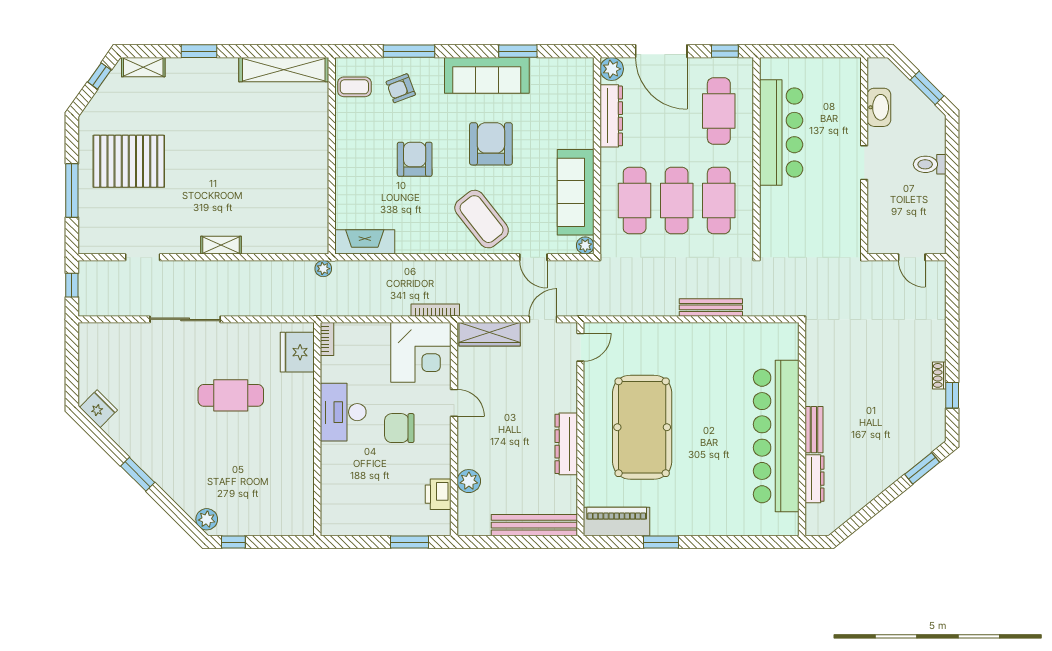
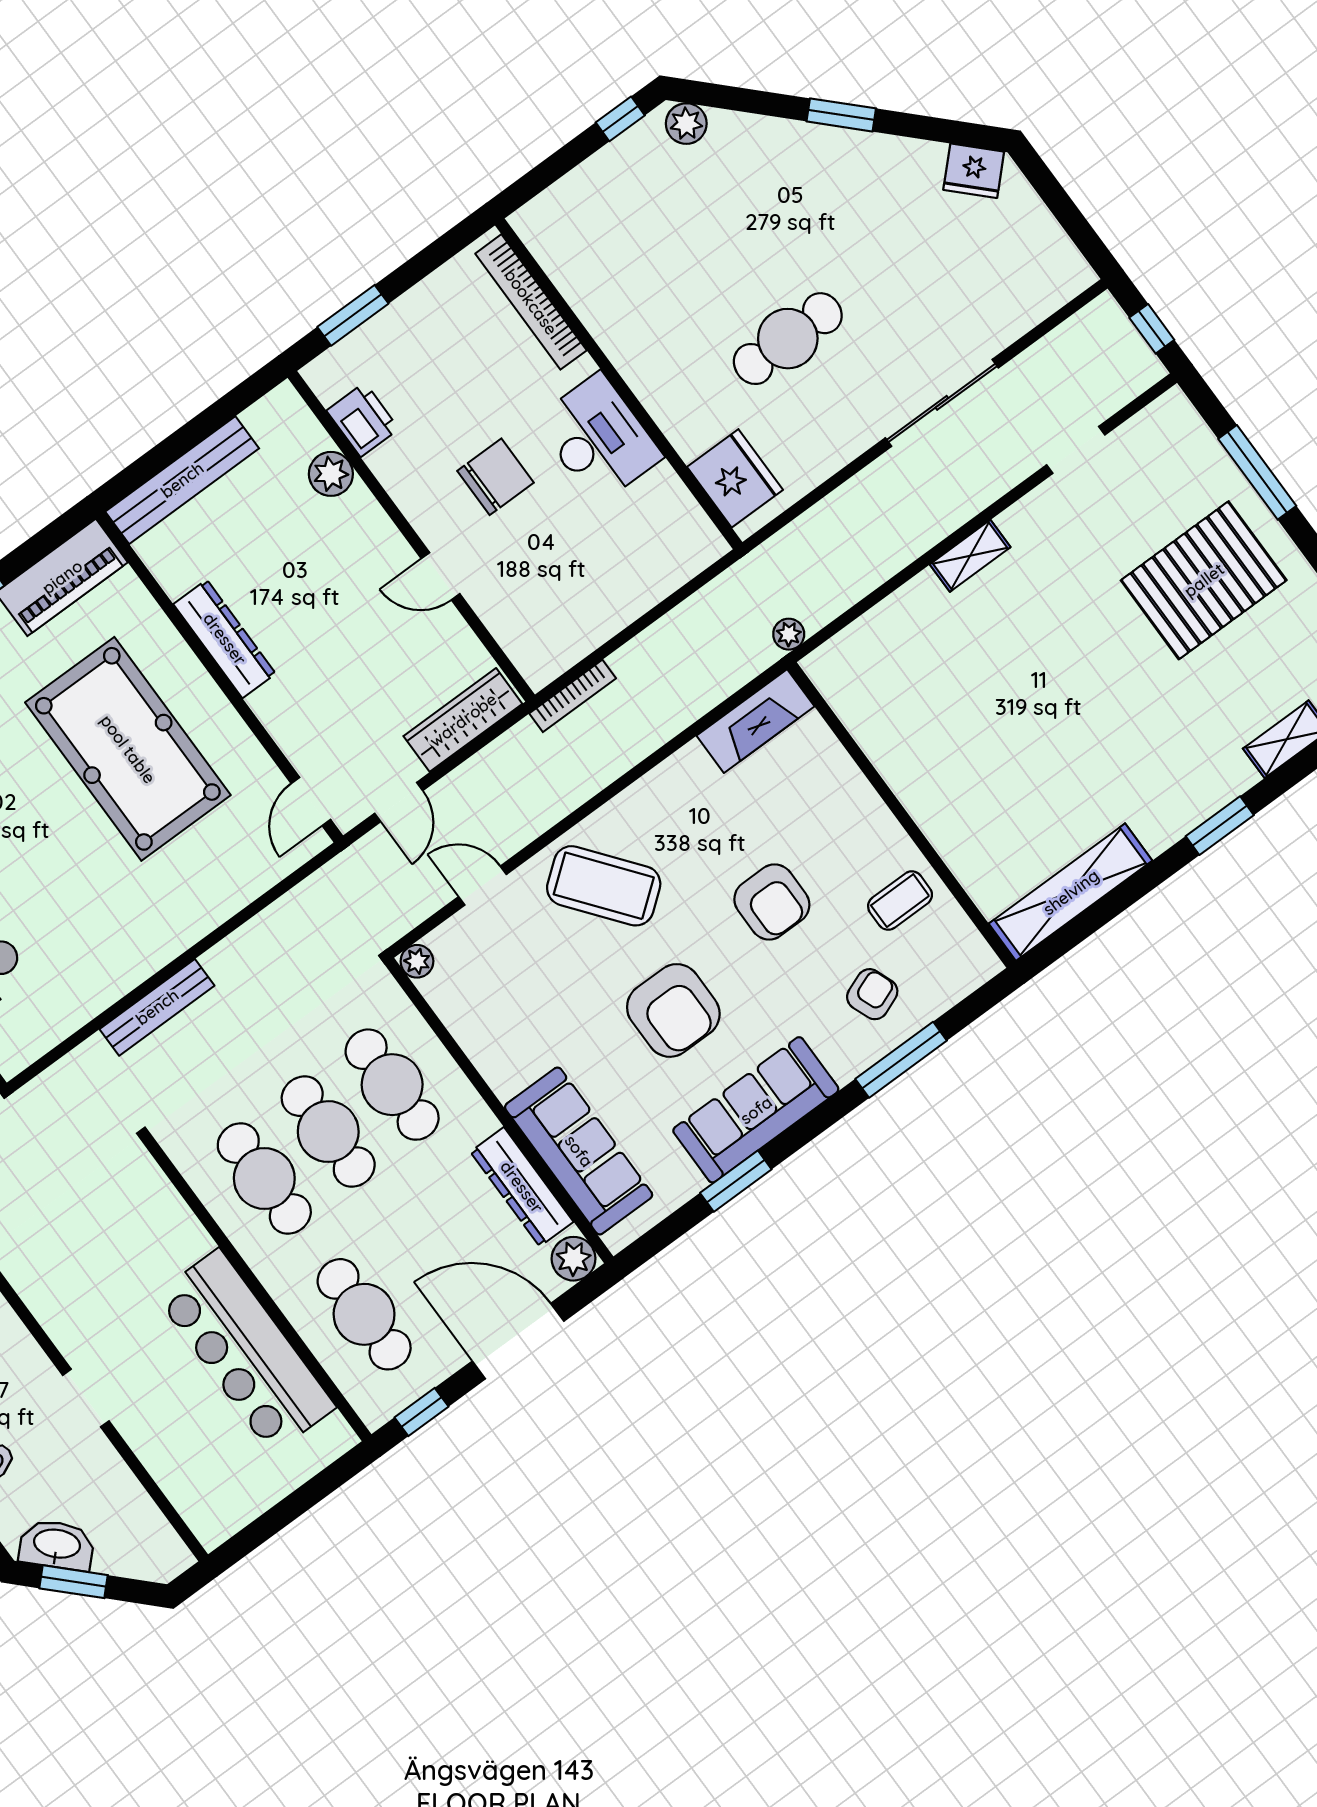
coffee table: (354, 87) -> (900, 901), moved
washbasin: (879, 107) -> (57, 1545), moved, turned 135
sofa: (576, 192) -> (579, 1151), moved
bookcase: (327, 339) -> (531, 302), moved, width x2.31, depth x1.31
corner desk: (421, 352) -> (547, 616), removed

